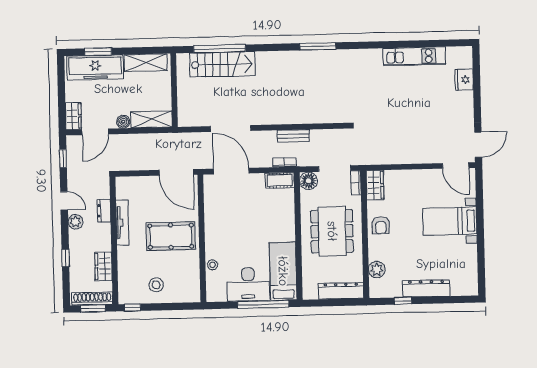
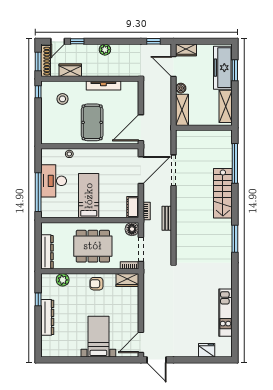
stairs: (222, 64) -> (223, 193), moved
door: (64, 201) -> (58, 41), moved
dresser: (104, 211) -> (113, 72), removed
bed: (283, 271) -> (89, 196), moved, turned -90
stool: (156, 285) -> (62, 99), moved

